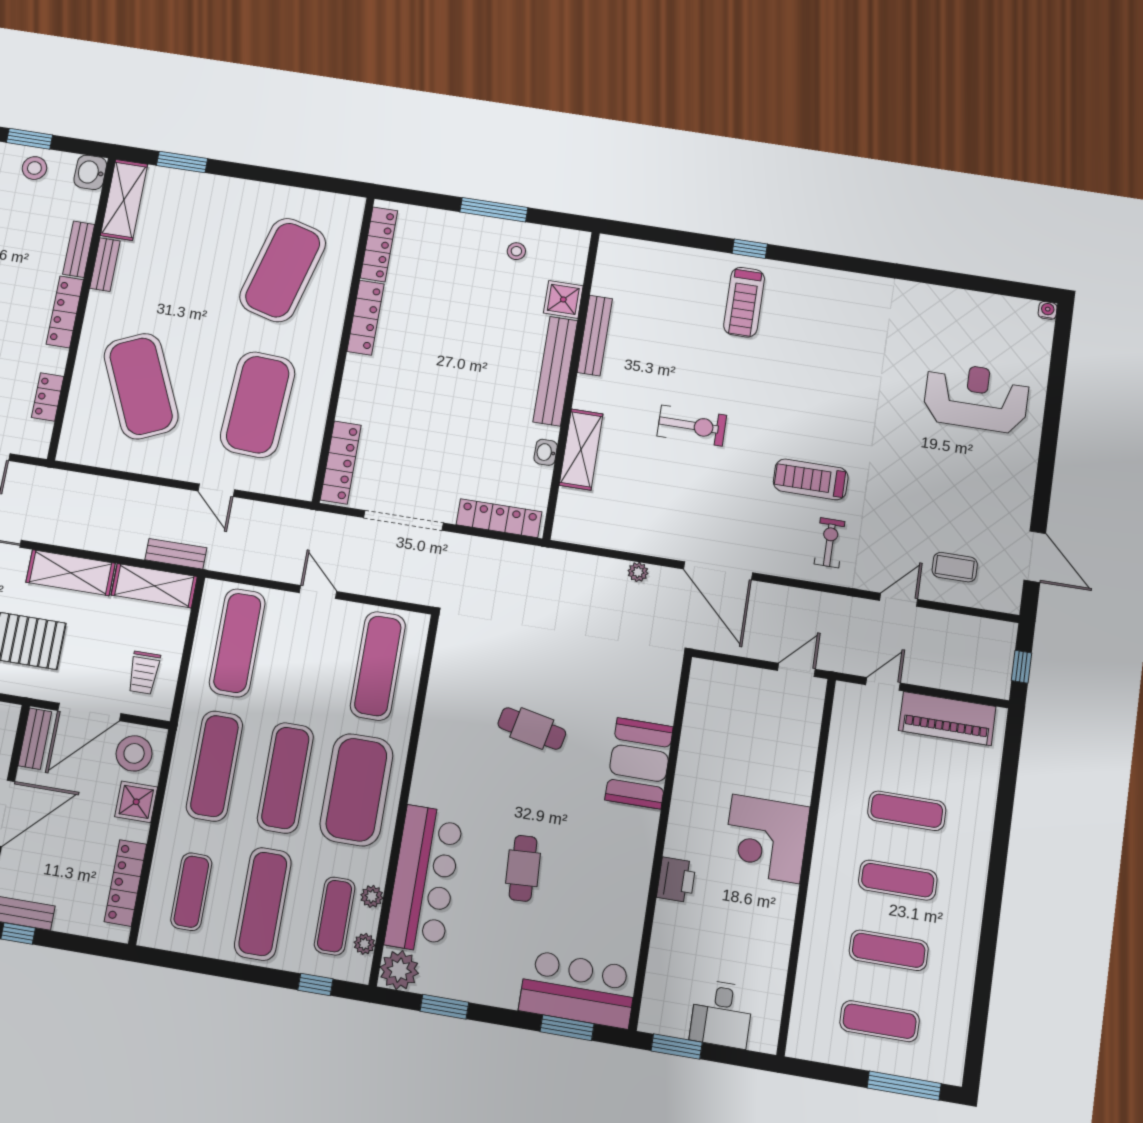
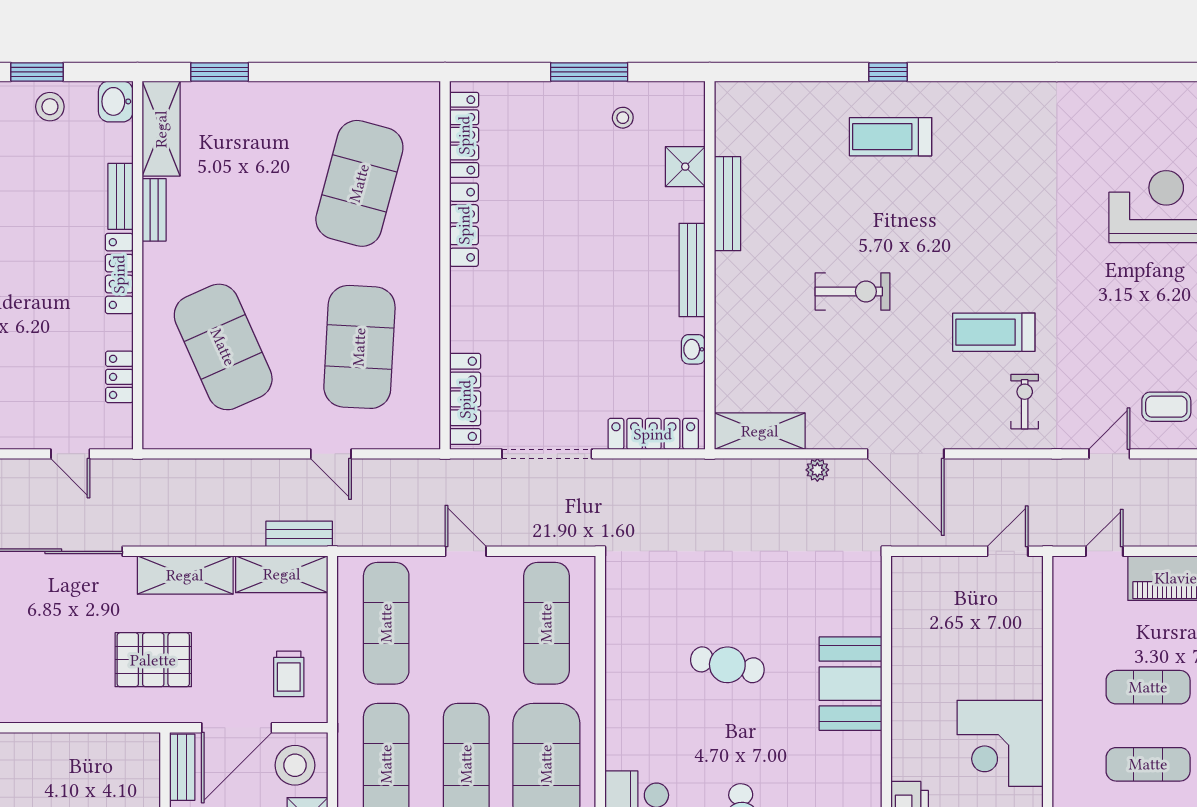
treadmill: (744, 302) -> (891, 137), turned 90
bench: (555, 371) -> (692, 270), width x0.73, depth x0.82
shelving: (581, 449) -> (760, 431), moved, turned 90

